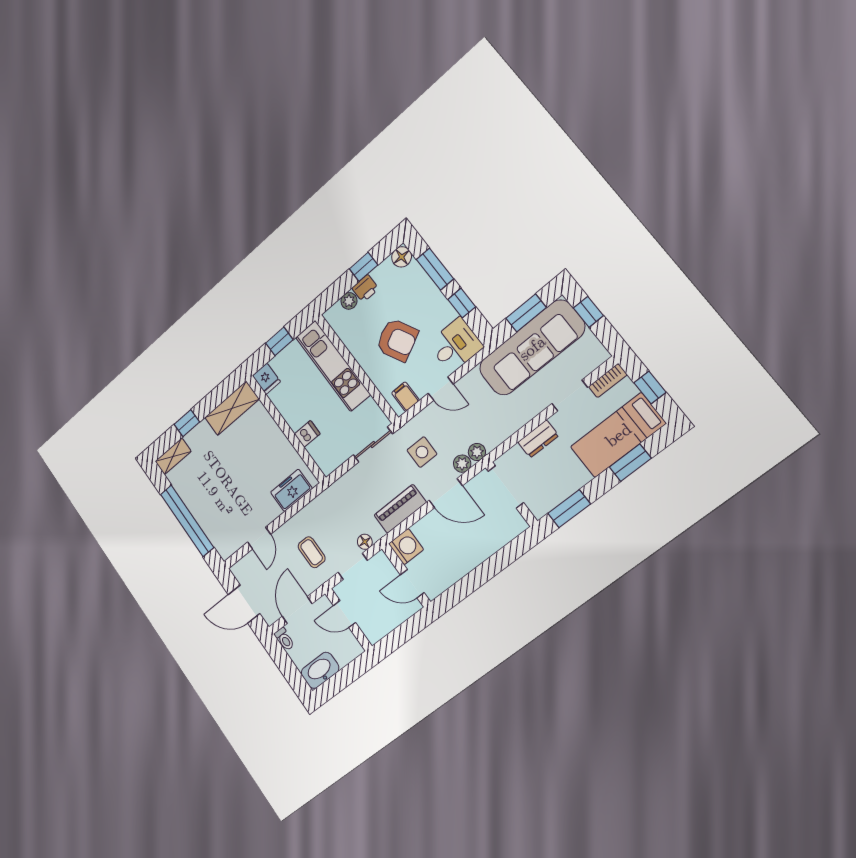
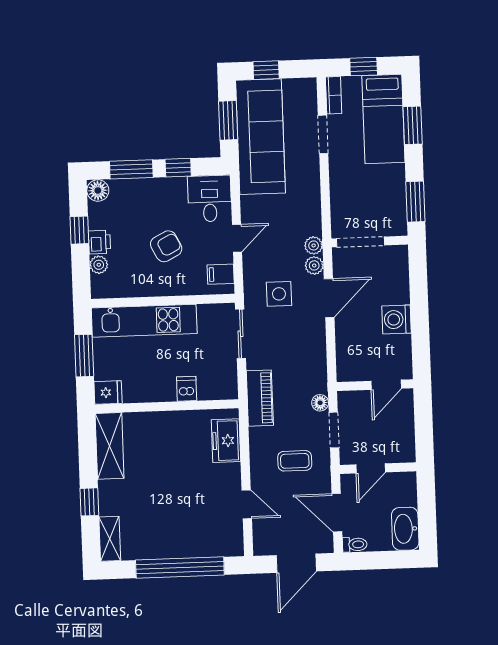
armchair: (397, 340) -> (166, 246), width x0.72, depth x0.72
window: (279, 341) -> (84, 356), width x1.50
dresser: (538, 439) -> (340, 186), removed
piano: (400, 509) -> (260, 398), moved, turned 180
washing machine: (406, 547) -> (397, 319), moved, turned -90

